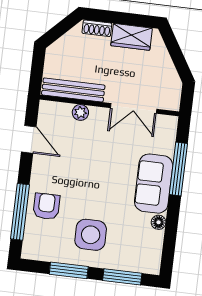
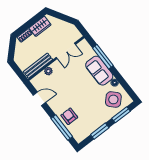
side table: (91, 235) -> (113, 99), moved, turned 45

